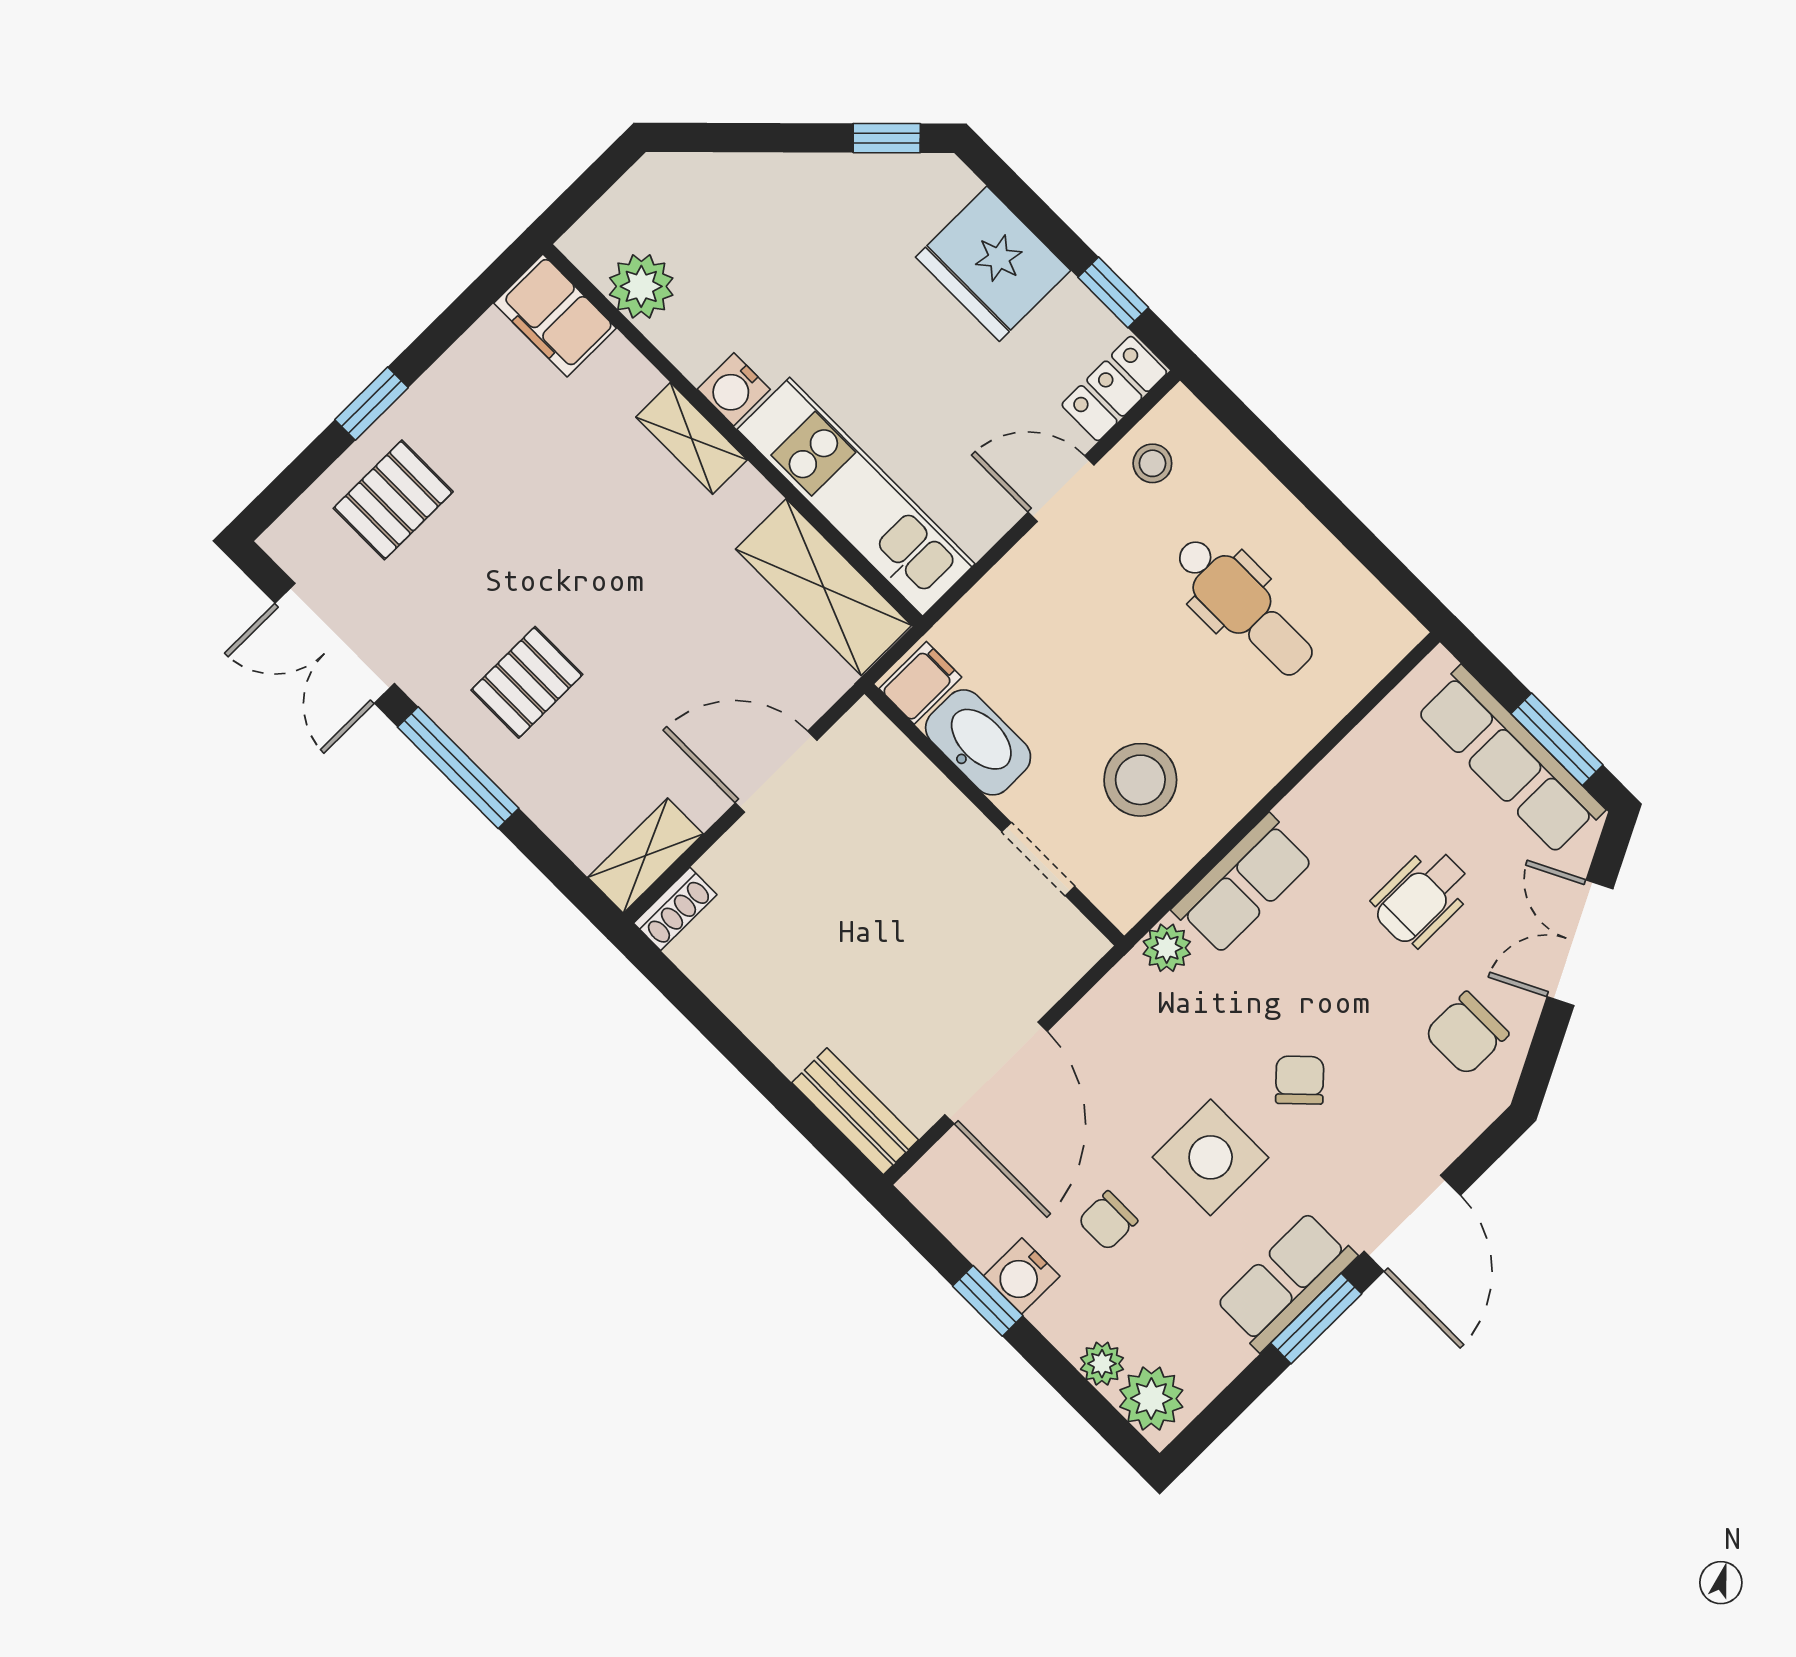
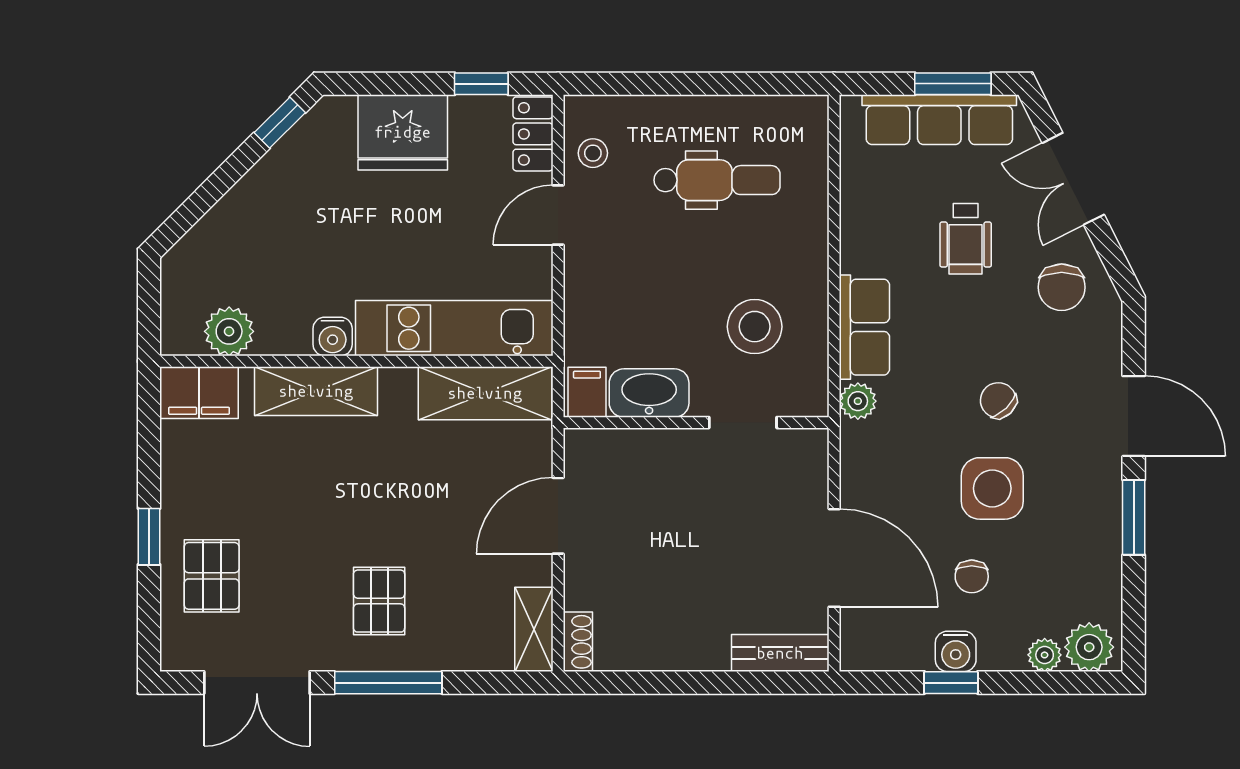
shelving: (692, 438) -> (316, 391), width x1.50, depth x1.33
row of seats: (1286, 1281) -> (1098, 514), removed

